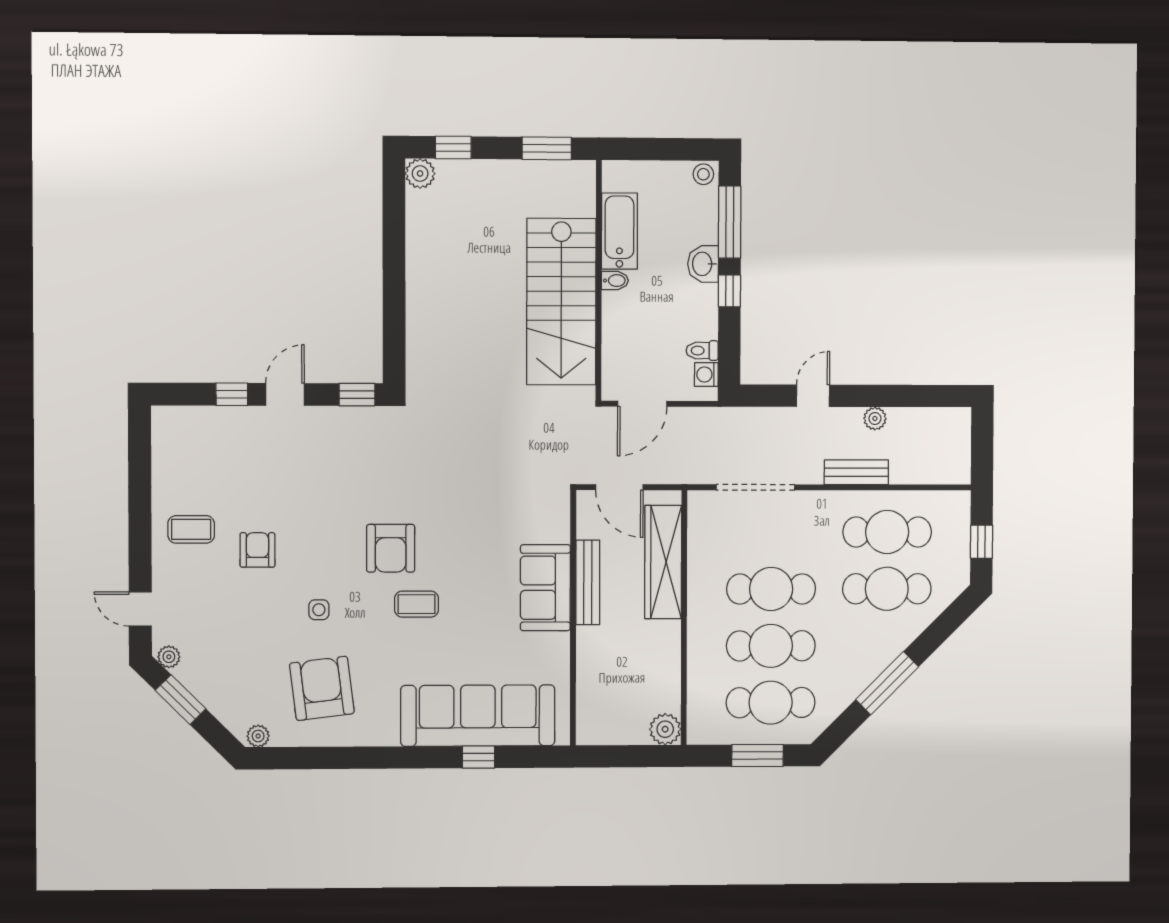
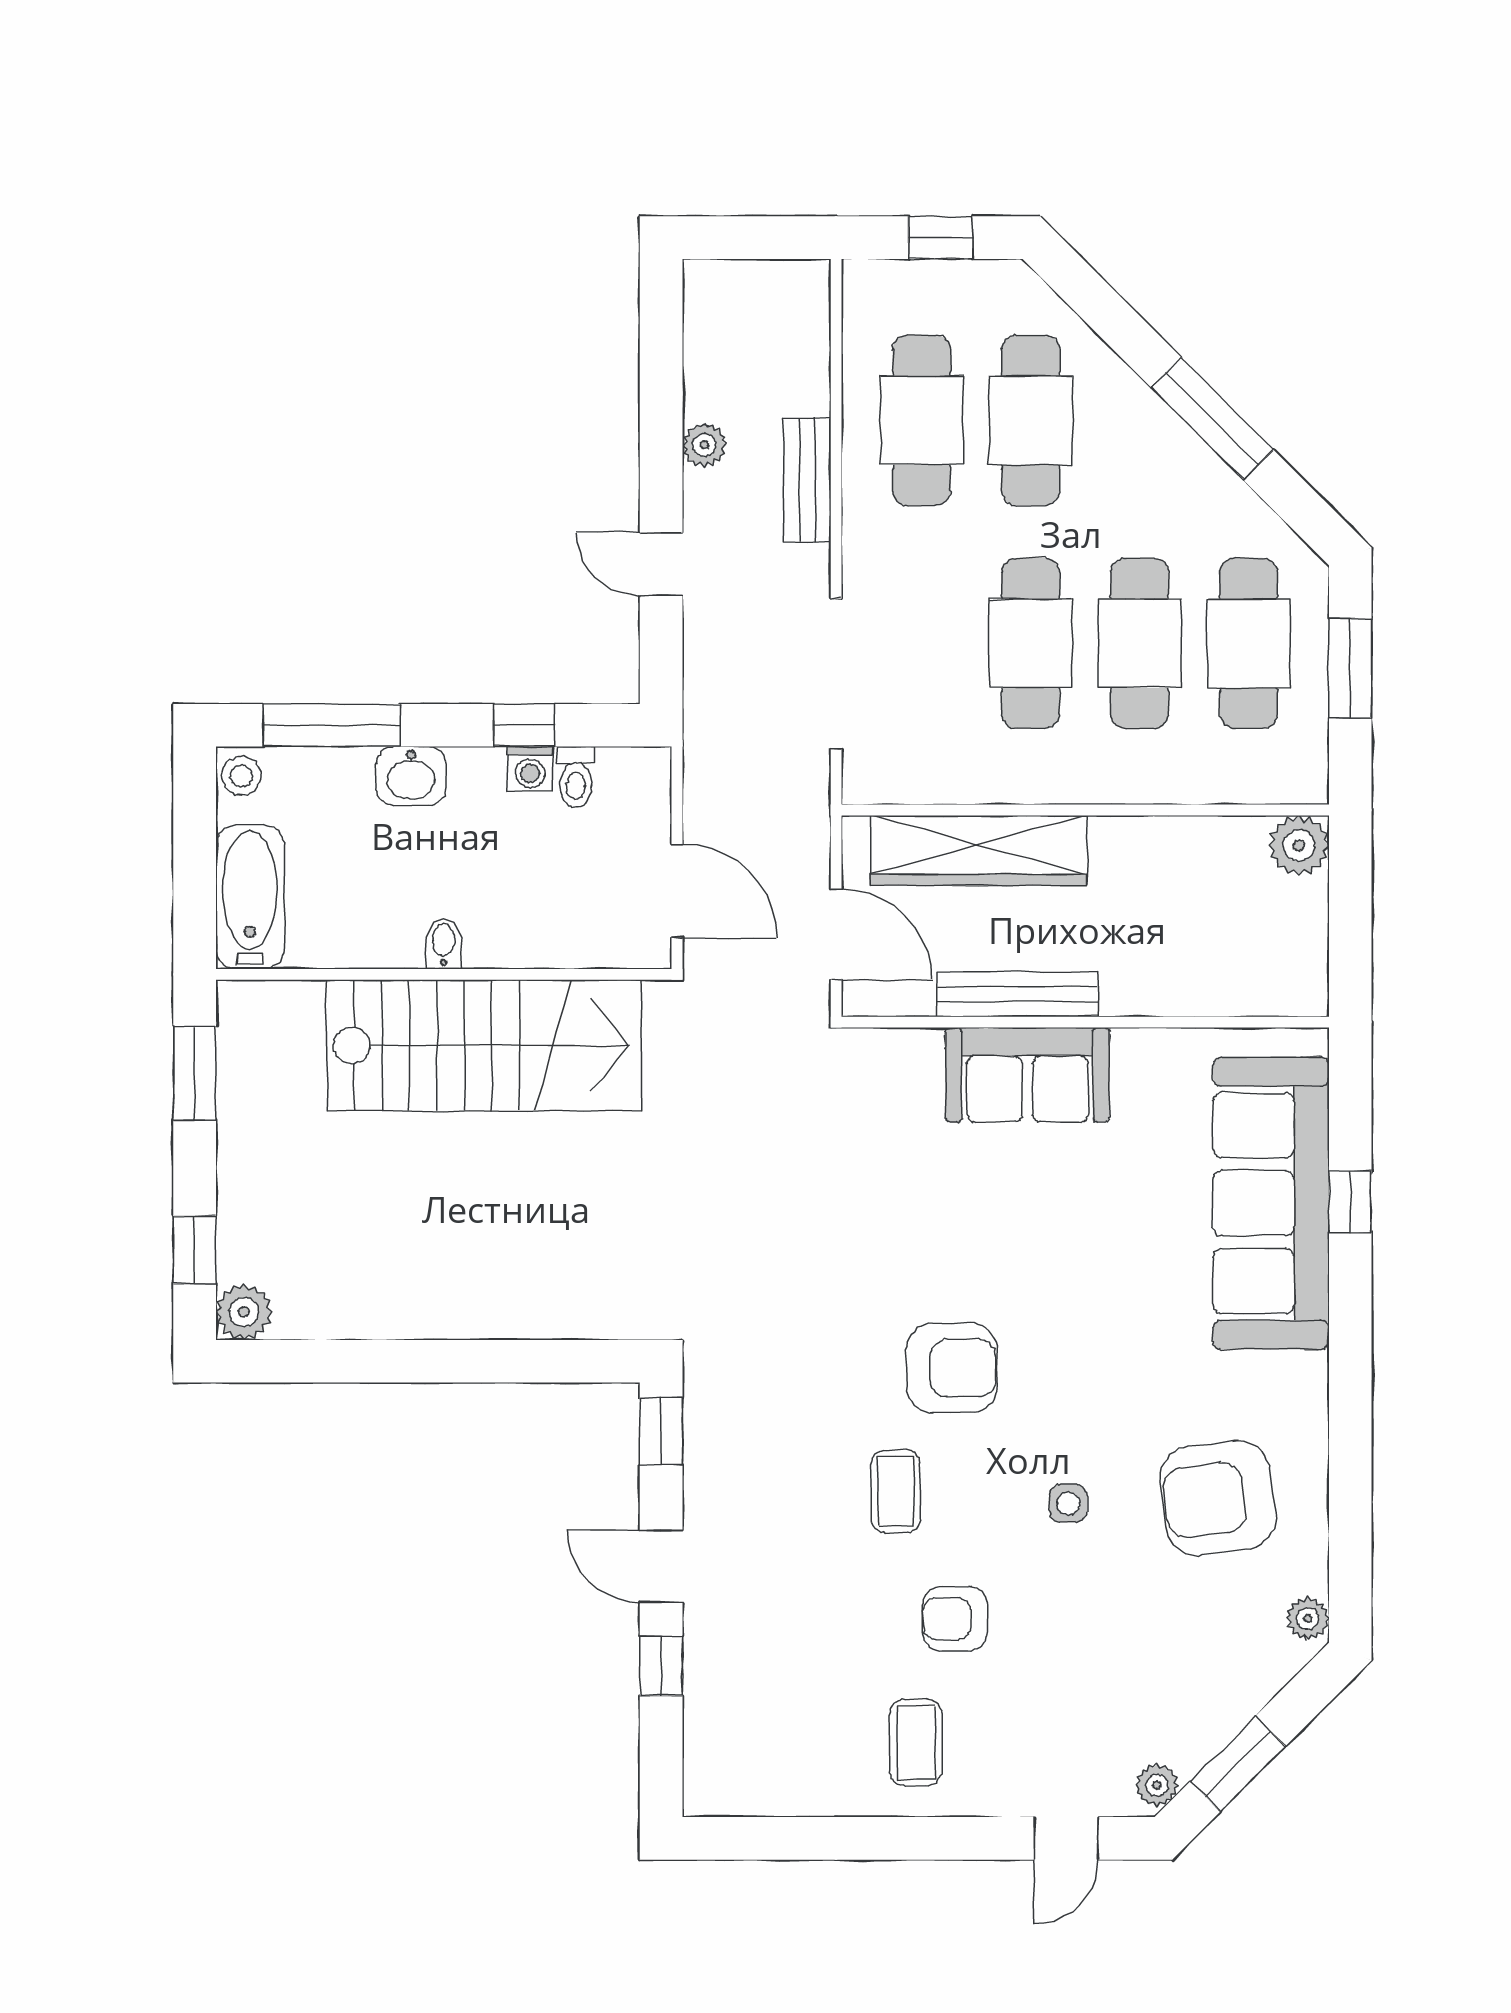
bathtub: (619, 231) -> (250, 897), moved, turned 90
window: (729, 291) -> (524, 725), moved
washing machine: (706, 375) -> (530, 769), moved
door: (619, 487) -> (836, 934), hinge flipped
coffee table: (417, 604) -> (896, 1491), moved

